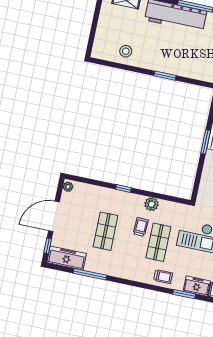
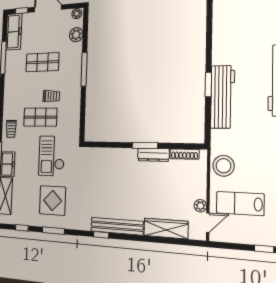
stool: (126, 51) -> (227, 34), removed
workbench: (178, 66) -> (223, 97), added
window: (123, 188) -> (84, 69), width x2.17
plant: (151, 204) -> (76, 35), moved

